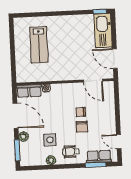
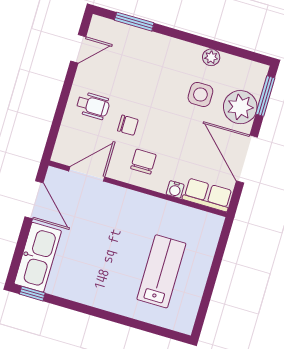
door: (93, 81) -> (87, 174), hinge flipped
chair: (82, 127) -> (143, 162), moved
plant: (23, 136) -> (240, 107), width x1.87, depth x1.87
door: (119, 142) -> (78, 49), hinge flipped
wheelchair: (71, 152) -> (93, 106), moved
row of seats: (99, 157) -> (123, 34), removed

